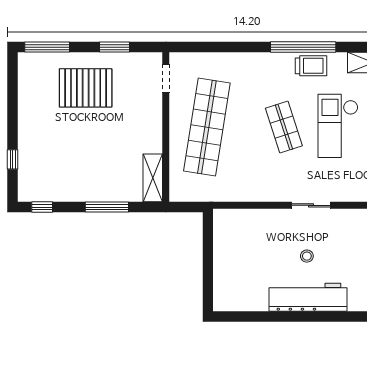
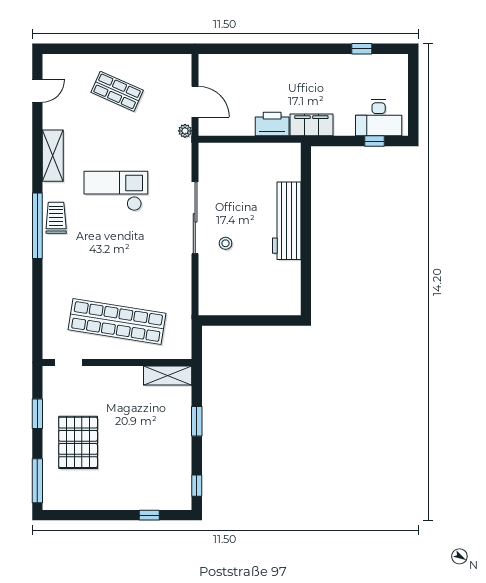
checkout: (338, 126) -> (116, 191), turned 180
shop shelf: (284, 127) -> (117, 245), removed
sliding door: (311, 205) -> (195, 218), width x1.86
window: (107, 207) -> (197, 421), width x0.69
stool: (307, 256) -> (226, 243), moved

